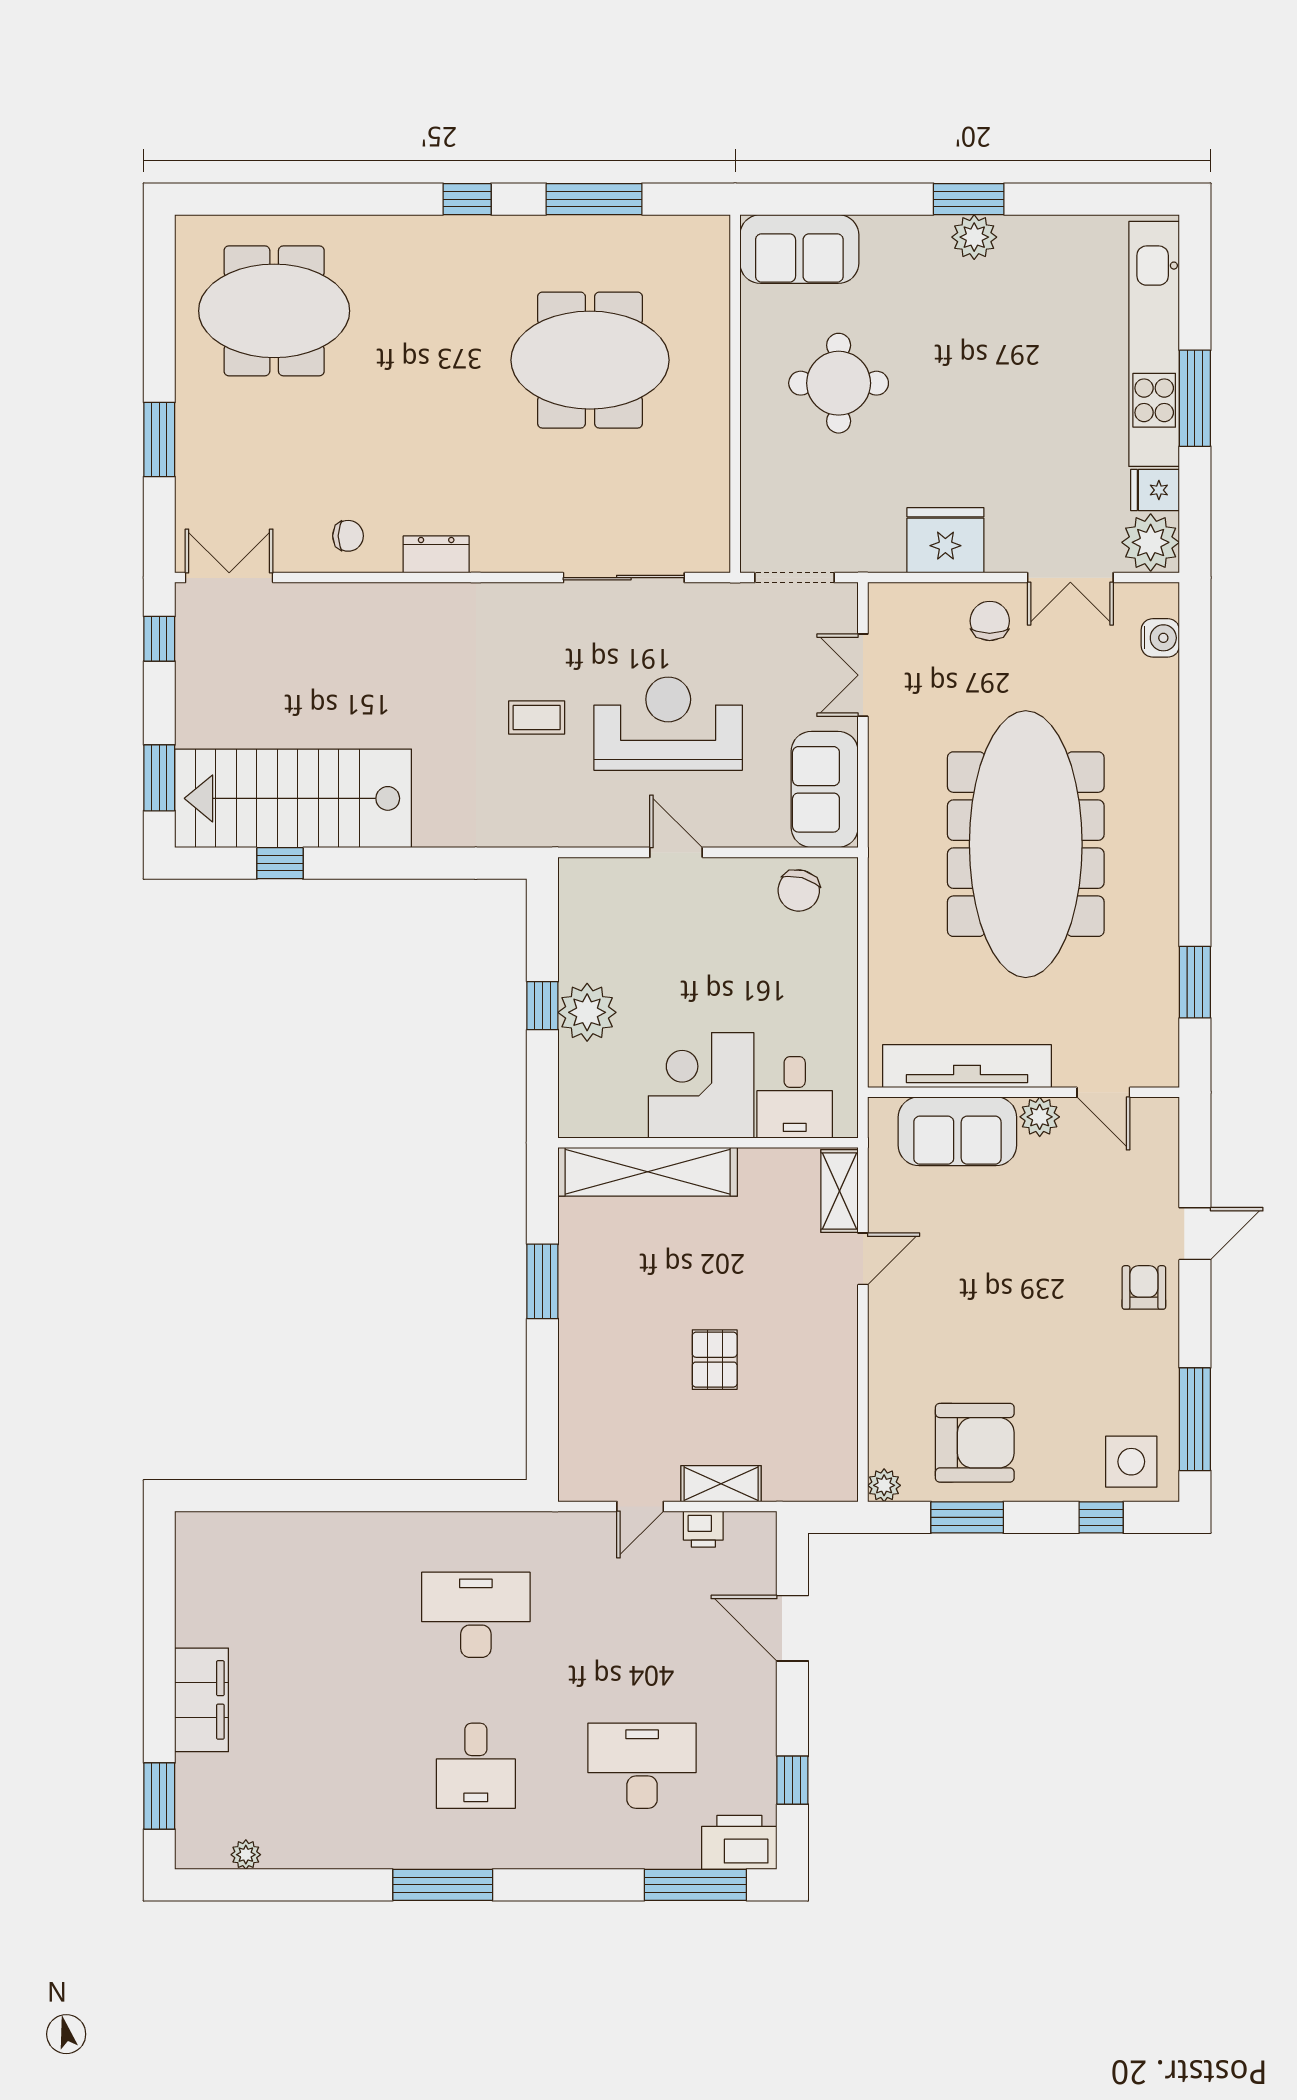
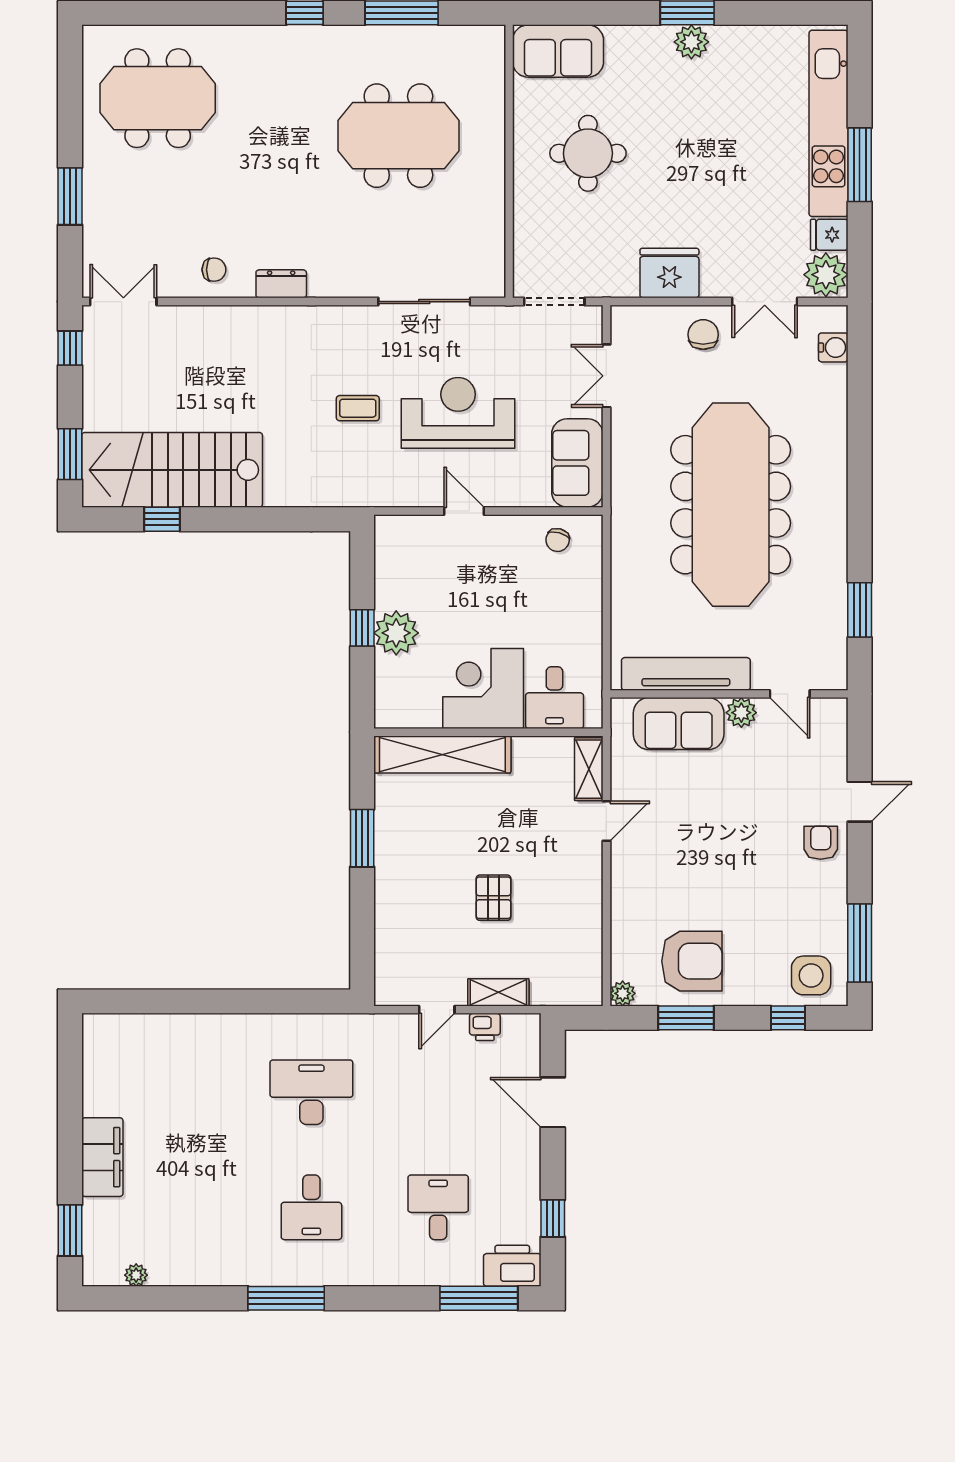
chair: (799, 890) -> (558, 540), width x0.73, depth x0.73
desk: (642, 1766) -> (438, 1207), width x0.73

